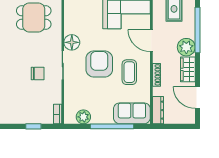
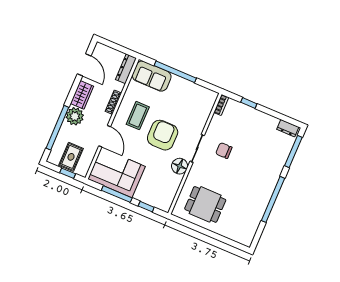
armchair: (99, 64) -> (163, 135), turned 180
plant: (83, 117) -> (198, 92), removed

